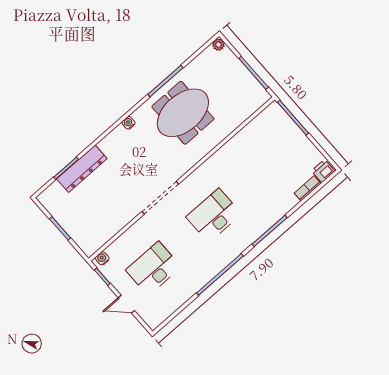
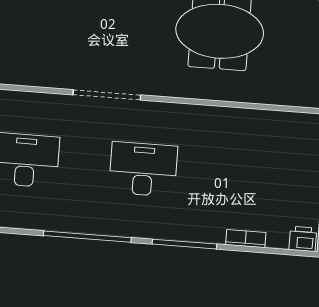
bookcase: (307, 188) -> (246, 239), moved

